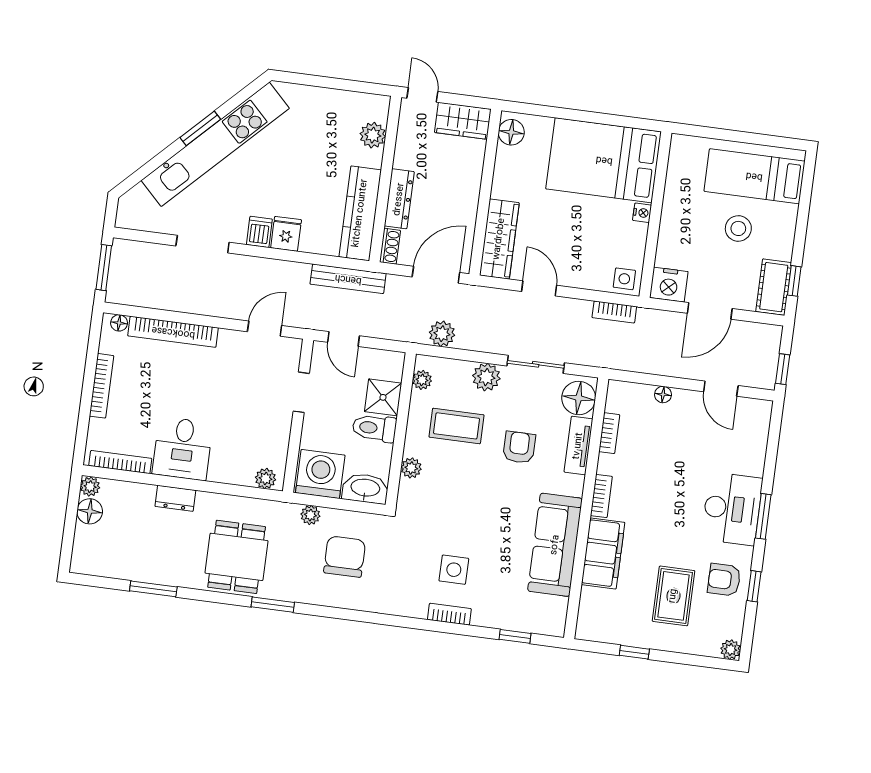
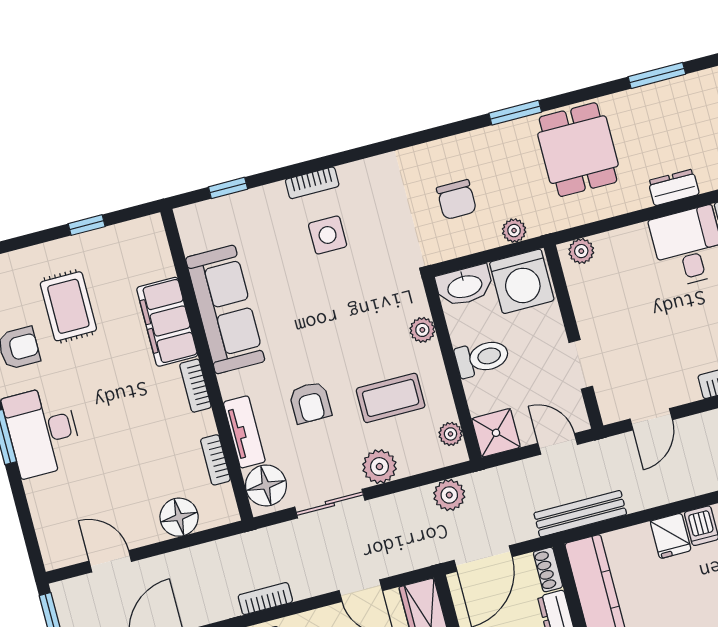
floor lamp: (663, 395) -> (179, 517), width x1.89, depth x1.89
shower: (383, 397) -> (496, 433), moved
chair: (345, 557) -> (456, 200), width x0.73, depth x0.73

